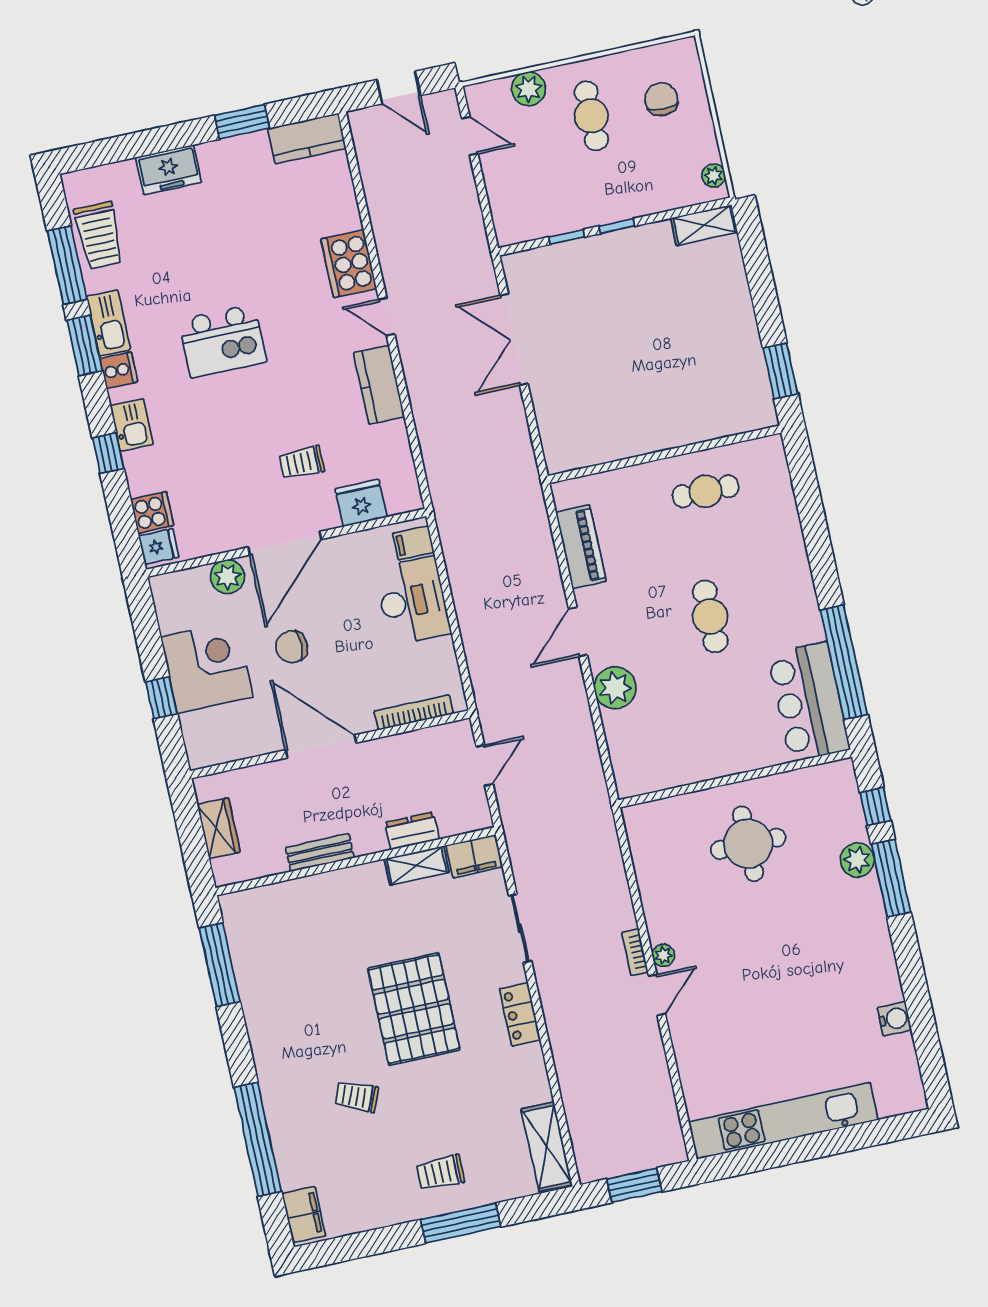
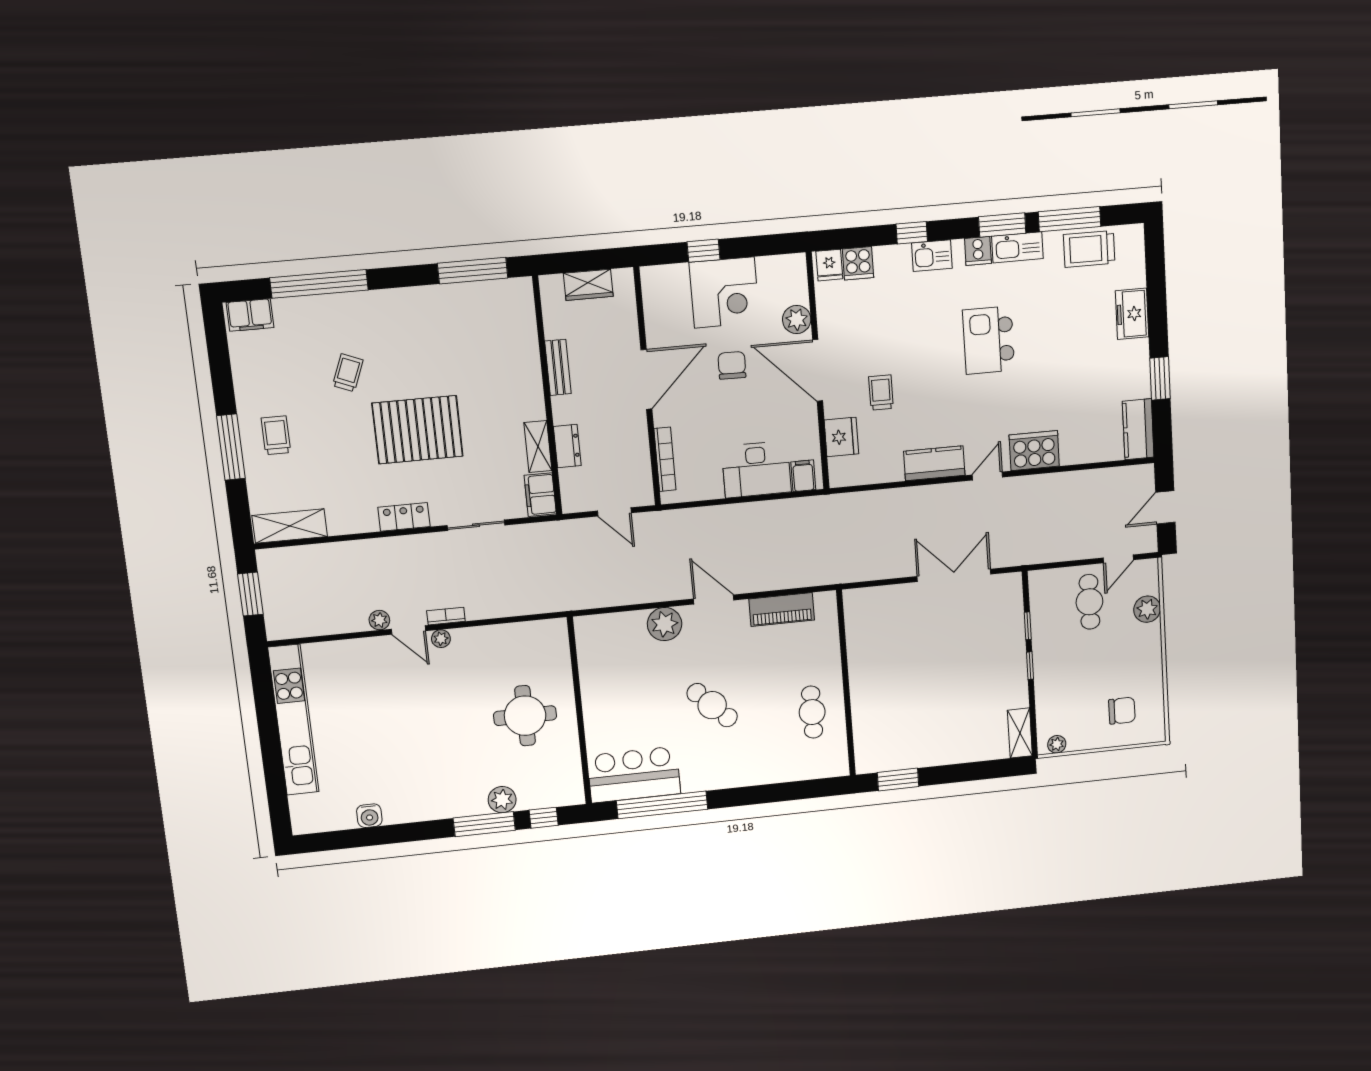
cafe table: (591, 116) -> (1089, 602), moved, turned 90
cafe table: (710, 616) -> (712, 705), turned 45
plant: (649, 1031) -> (379, 620), added

